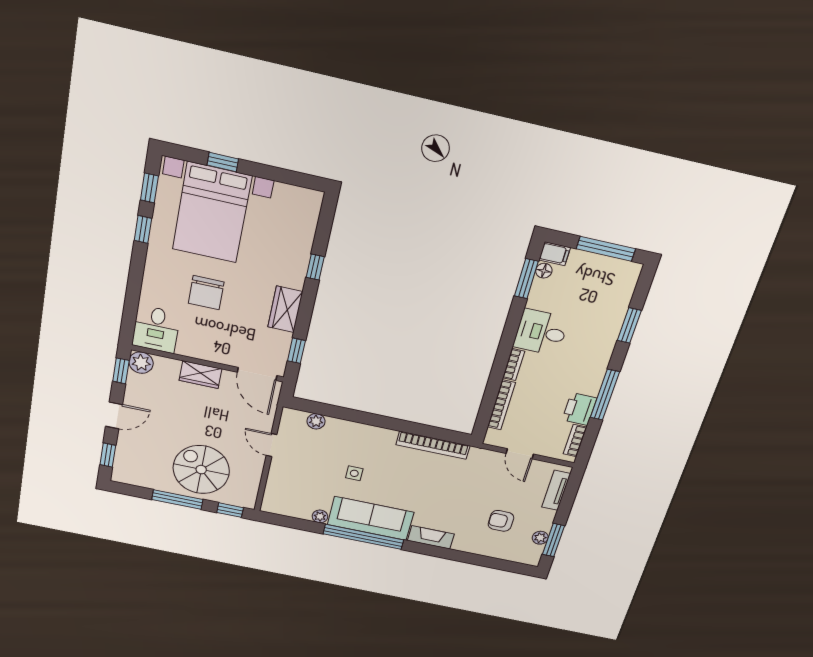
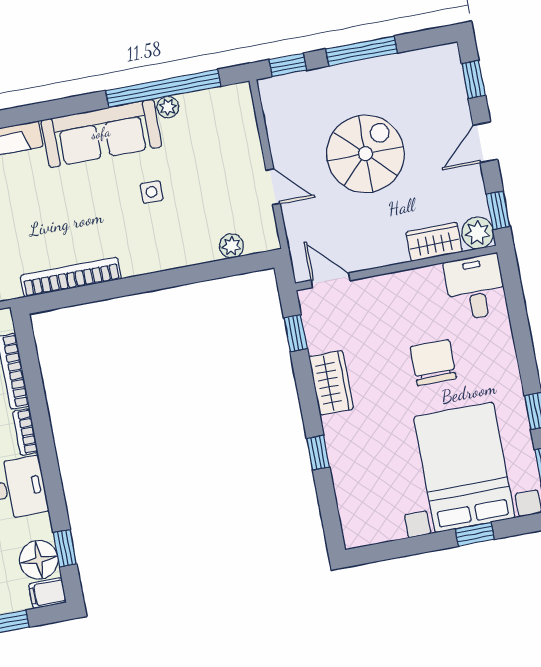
floor lamp: (544, 271) -> (39, 560), width x1.89, depth x1.89
window: (526, 279) -> (65, 548), width x0.67
door: (257, 374) -> (331, 280), width x0.73
wardrobe: (200, 375) -> (434, 242), moved
spiral stairs: (201, 470) -> (365, 154), moved, turned -90
window: (363, 537) -> (163, 88), moved

